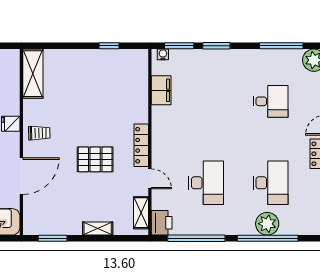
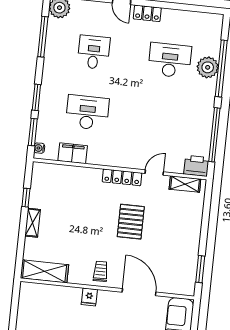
desk: (206, 183) -> (87, 112), moved
shelving: (98, 228) -> (33, 223), moved

